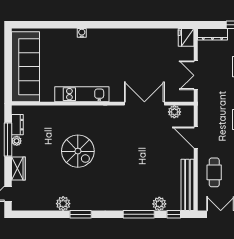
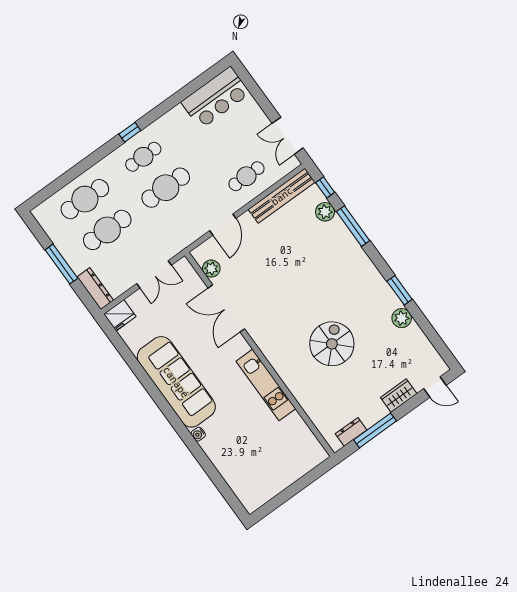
sofa: (26, 67) -> (176, 382), moved, turned 90
plant: (17, 141) -> (370, 420), removed

